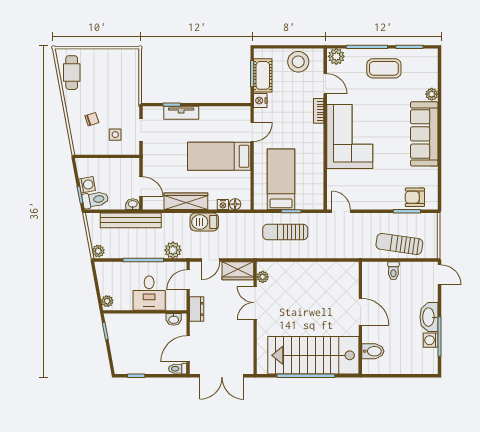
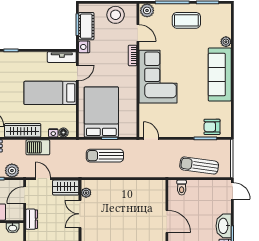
tv unit: (181, 113) -> (62, 57), moved
bed: (281, 179) -> (101, 112), width x1.50
door: (210, 260) -> (43, 179), swing flipped
toilet: (393, 271) -> (182, 188), moved

